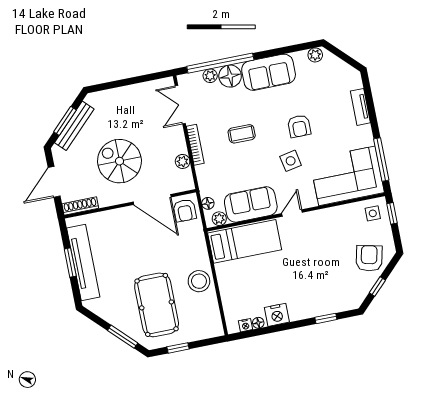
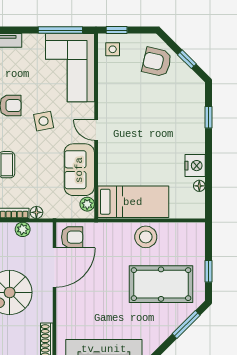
floor lamp: (208, 203) -> (36, 212), moved
bed: (245, 241) -> (133, 202), moved, turned 90
nightstand: (245, 325) -> (199, 199), removed

